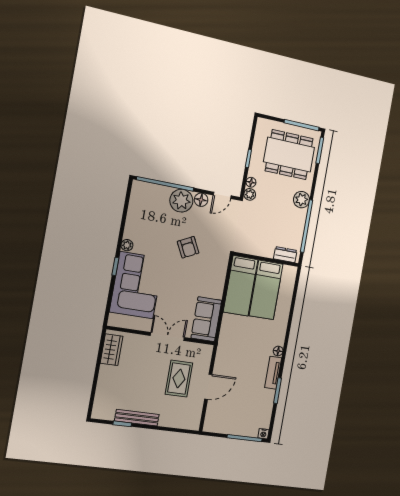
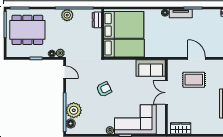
dining table: (289, 155) -> (27, 30), turned 90
floor lamp: (201, 200) -> (71, 124), moved
plant: (301, 200) -> (67, 15), moved
plant: (181, 201) -> (74, 110), moved
bed: (266, 290) -> (124, 25), width x1.50

